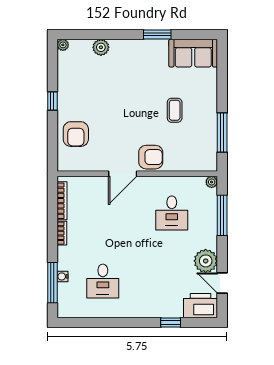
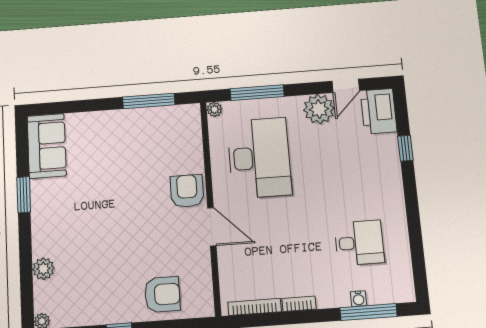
coffee table: (175, 110) -> (123, 164), removed
desk: (172, 213) -> (259, 158), width x1.87, depth x1.30

